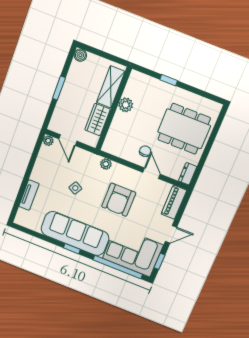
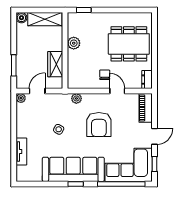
window: (169, 80) -> (84, 10), moved
shelving: (111, 87) -> (45, 19), moved, turned 90
window: (59, 88) -> (14, 65), moved
door: (68, 140) -> (37, 91), swing flipped

